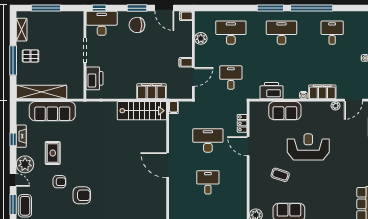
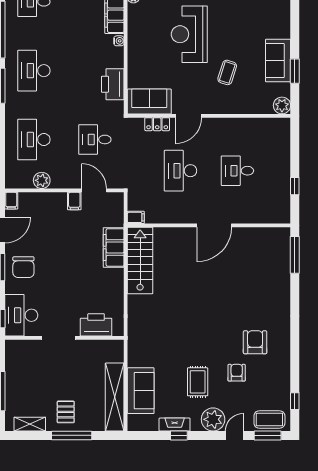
sofa: (52, 111) -> (141, 391), width x0.73
sofa: (285, 111) -> (149, 102), moved, turned -90
rug: (53, 153) -> (198, 382), turned 90

